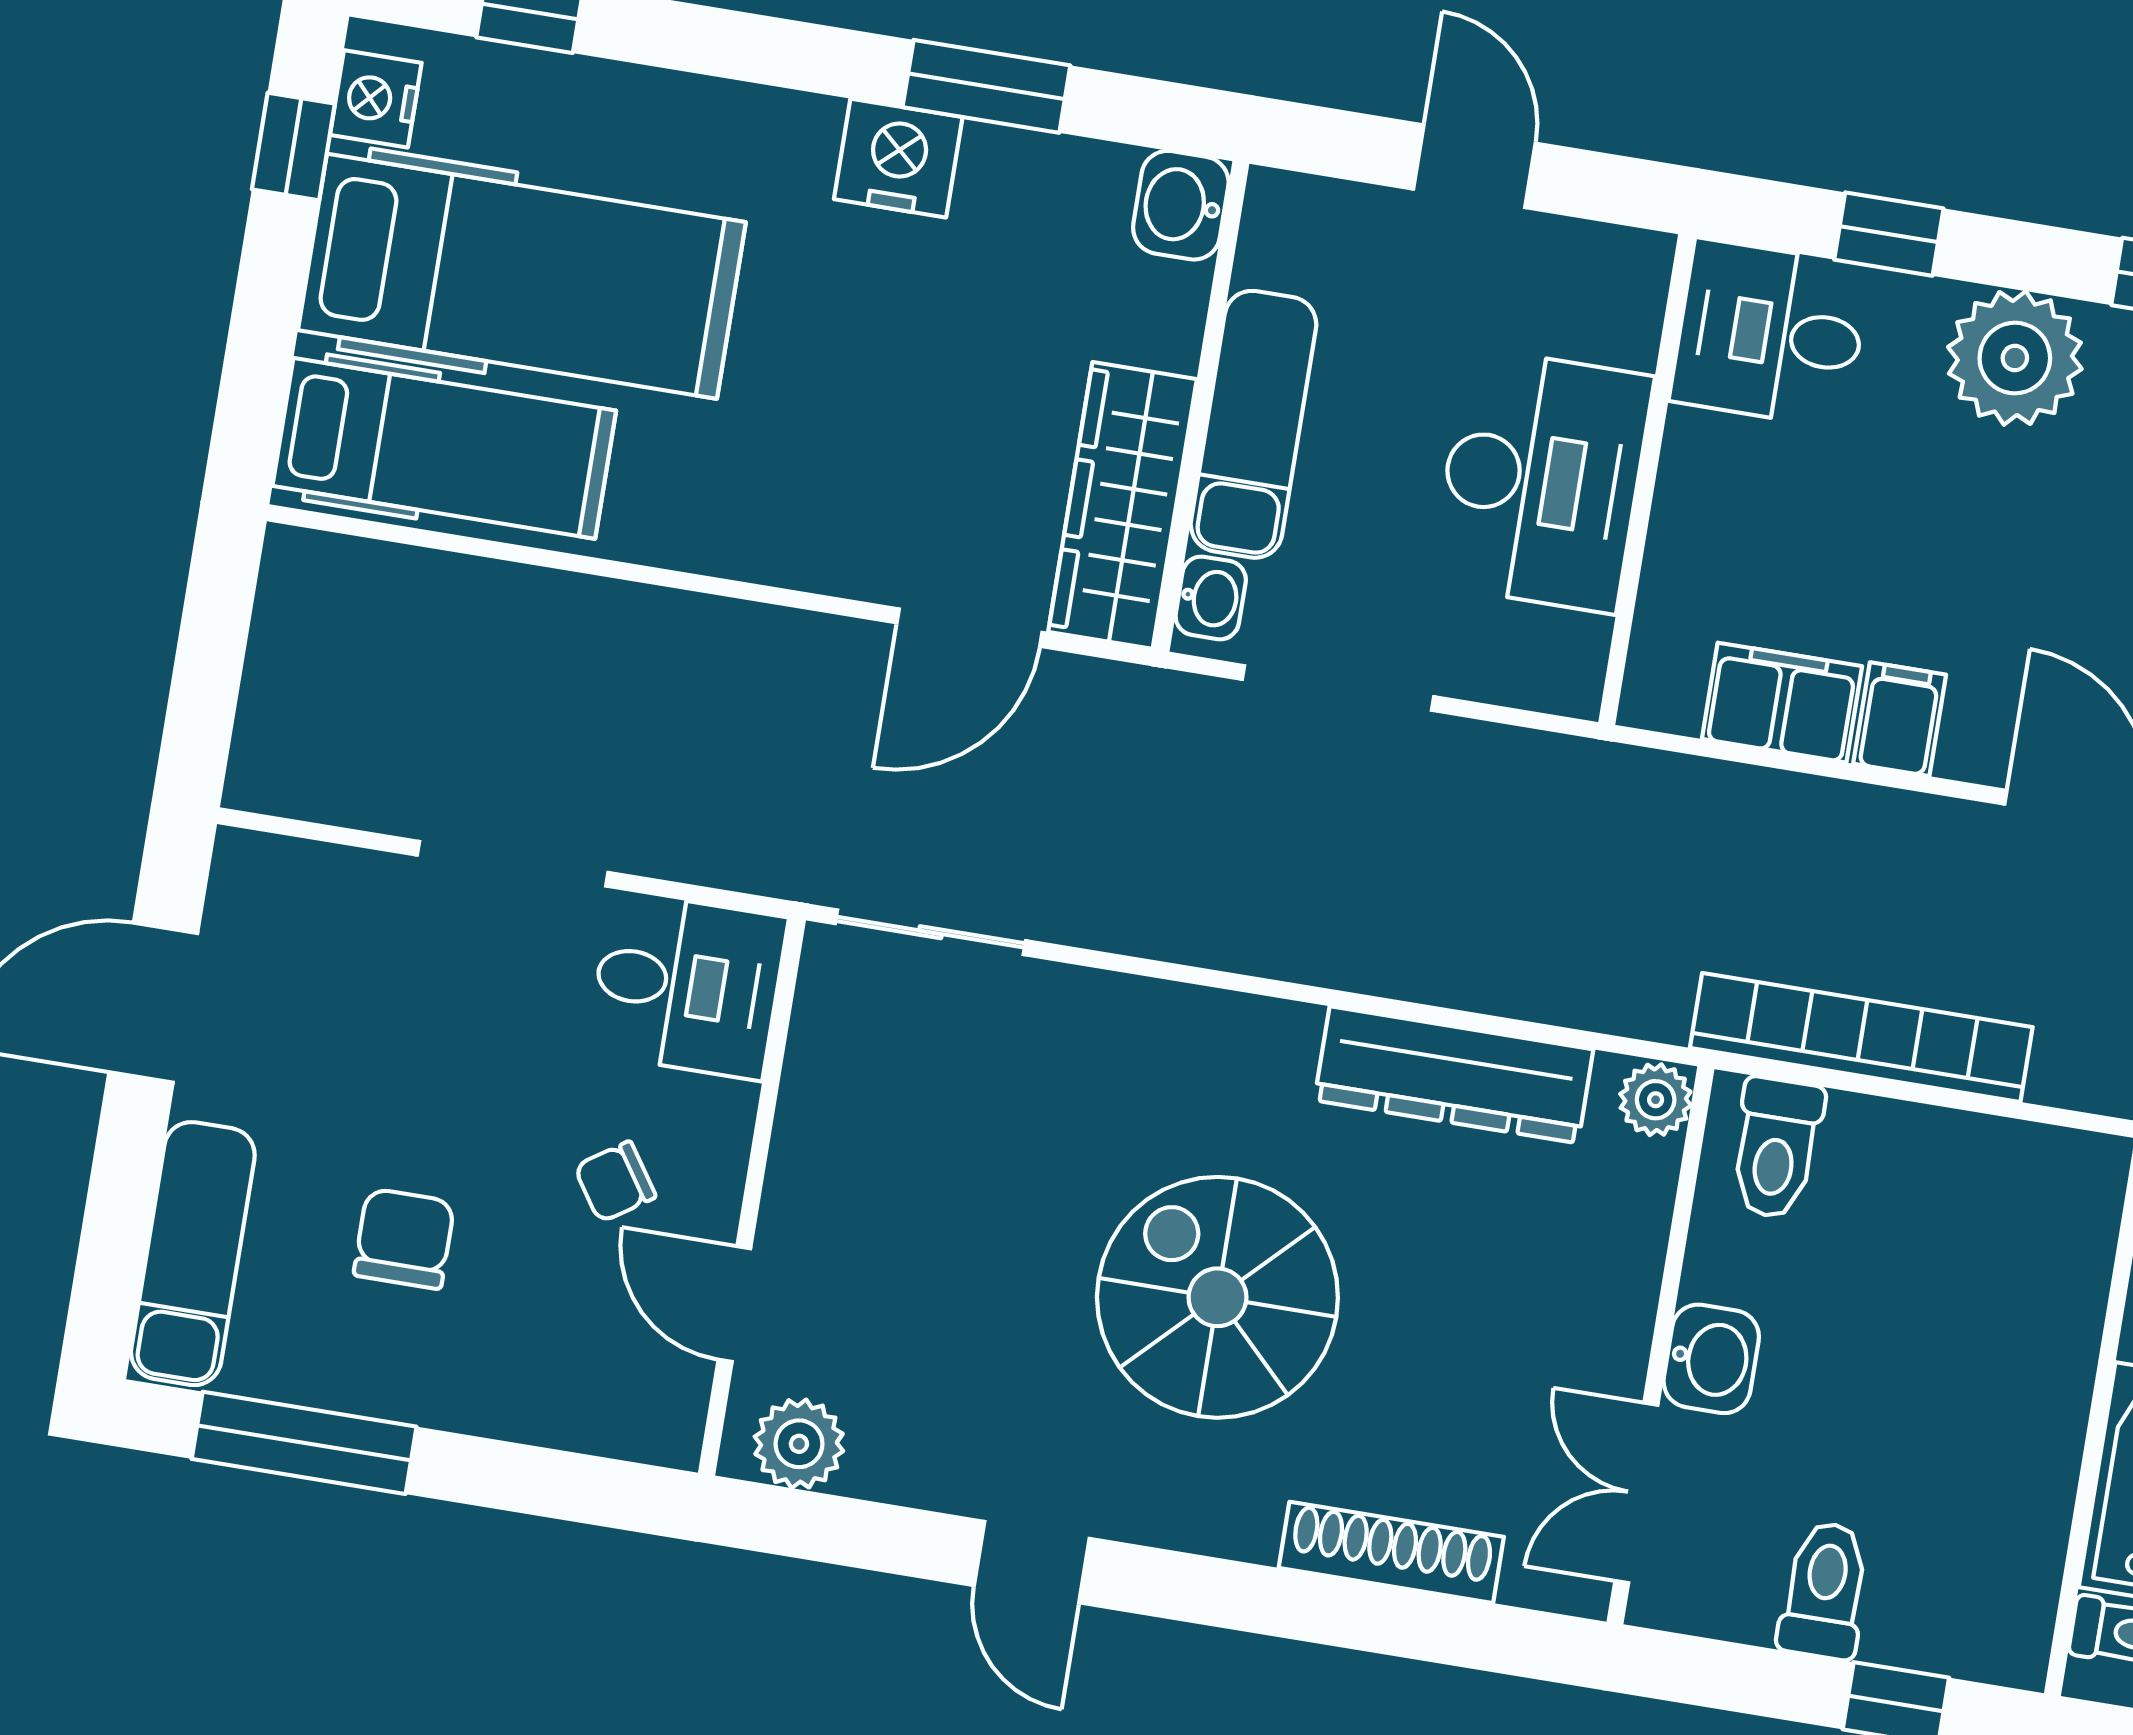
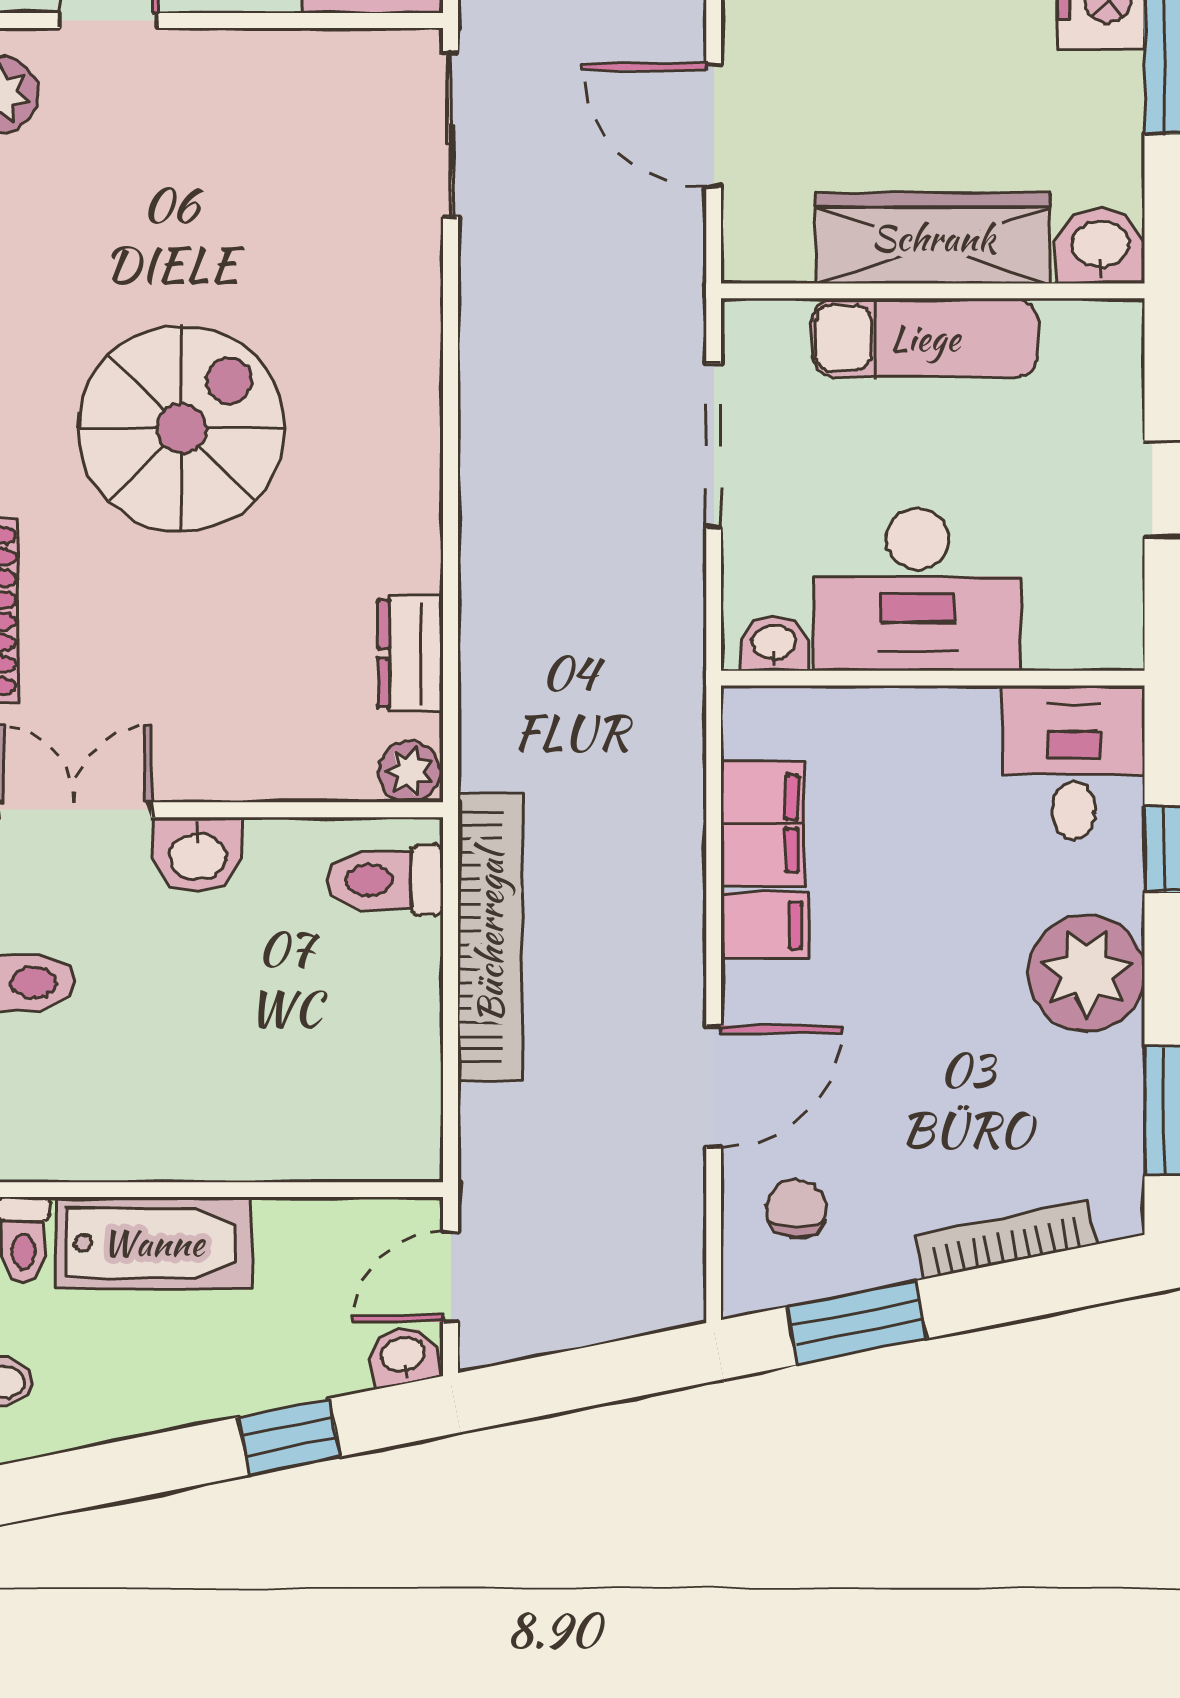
wardrobe: (1123, 505) -> (933, 238), moved
washbasin: (1211, 598) -> (774, 643), moved, turned 180
dresser: (1454, 1075) -> (410, 654), width x0.51, depth x0.80

